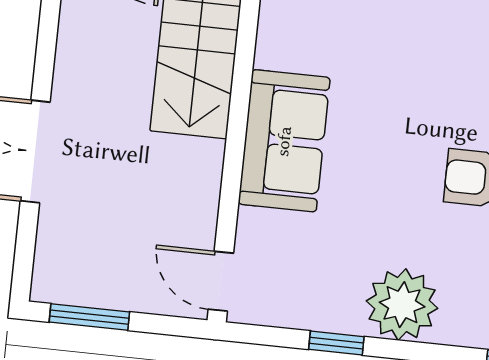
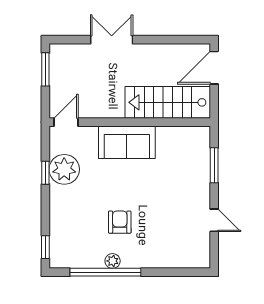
plant: (402, 305) -> (64, 169), moved

